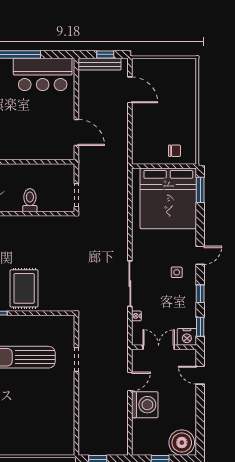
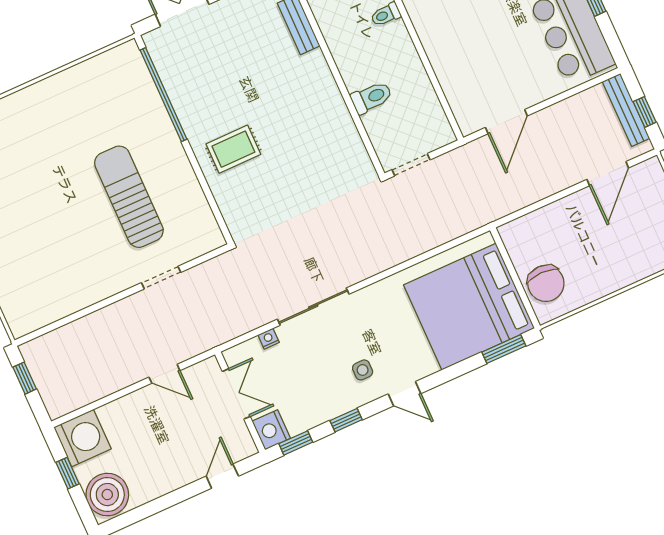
chair: (175, 151) -> (546, 283), width x1.87, depth x1.87
rug: (24, 288) -> (233, 149), width x0.73, depth x0.70
washing machine: (145, 405) -> (82, 438), moved, turned -90

